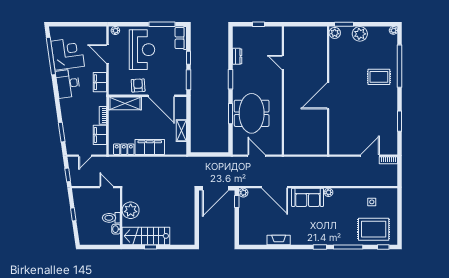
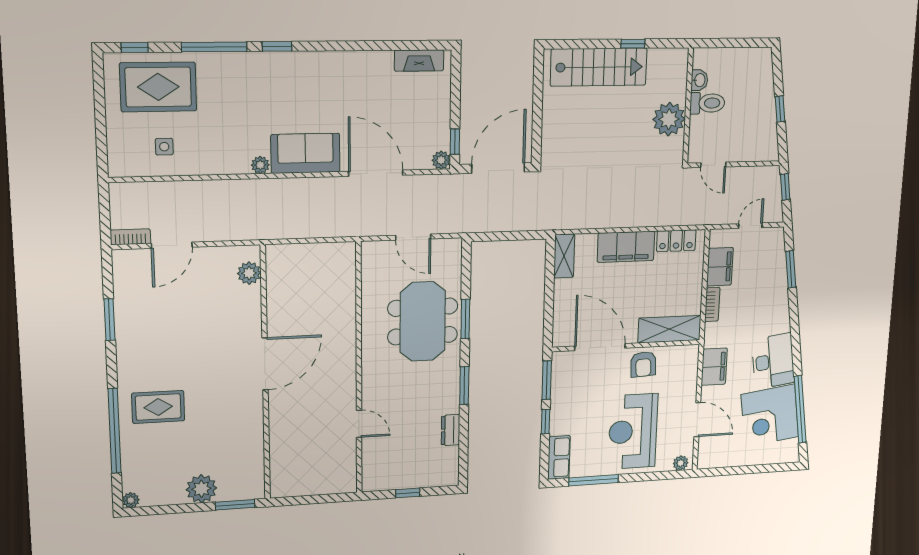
plant: (335, 33) -> (249, 273), moved
shelving: (181, 131) -> (564, 256), moved
stairs: (146, 236) -> (599, 67), moved
fireplace: (279, 240) -> (419, 60), moved

